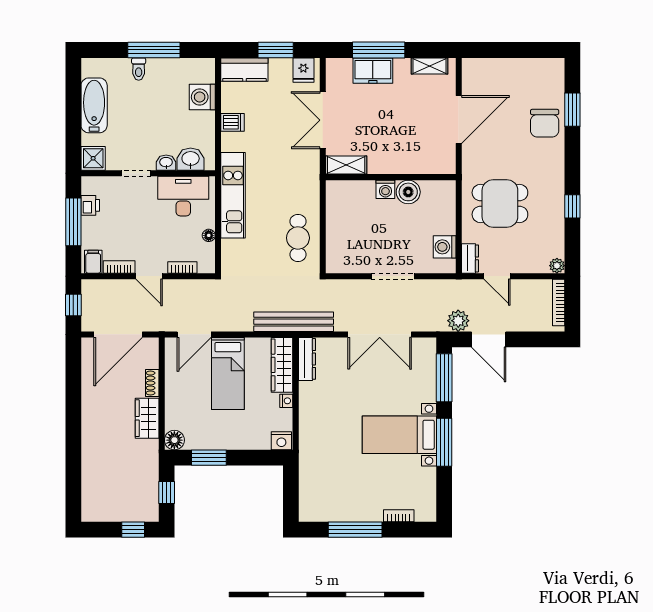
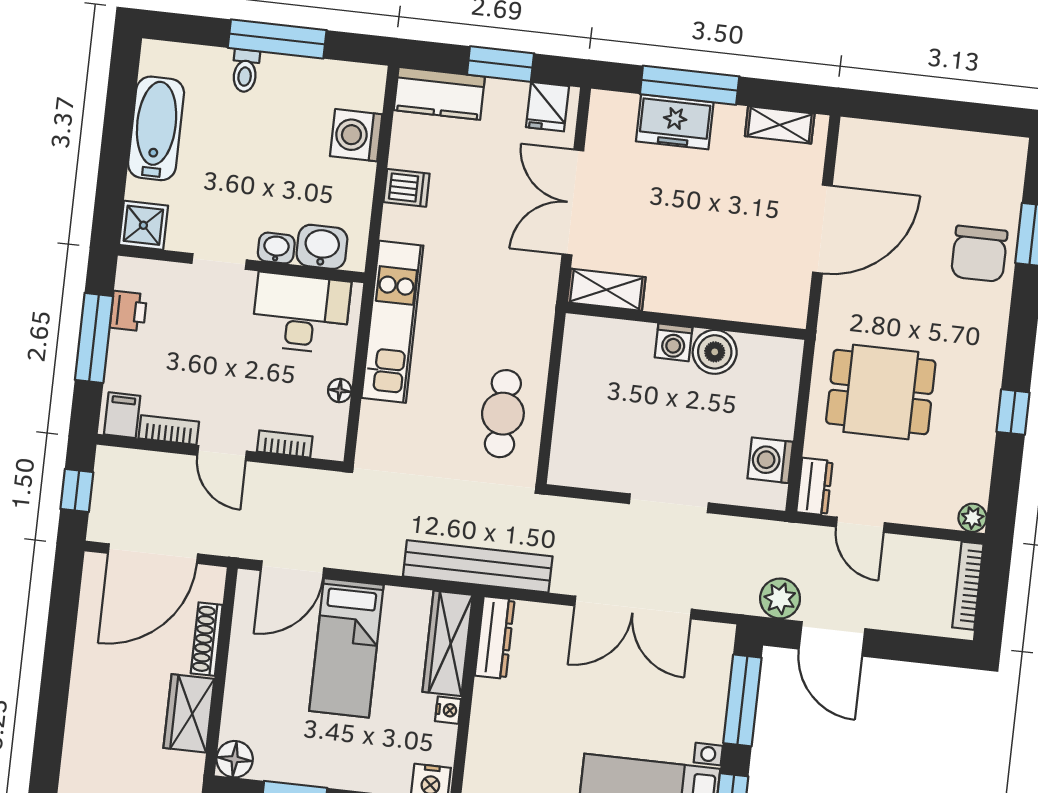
shoe rack: (152, 383) -> (207, 639), width x1.43

